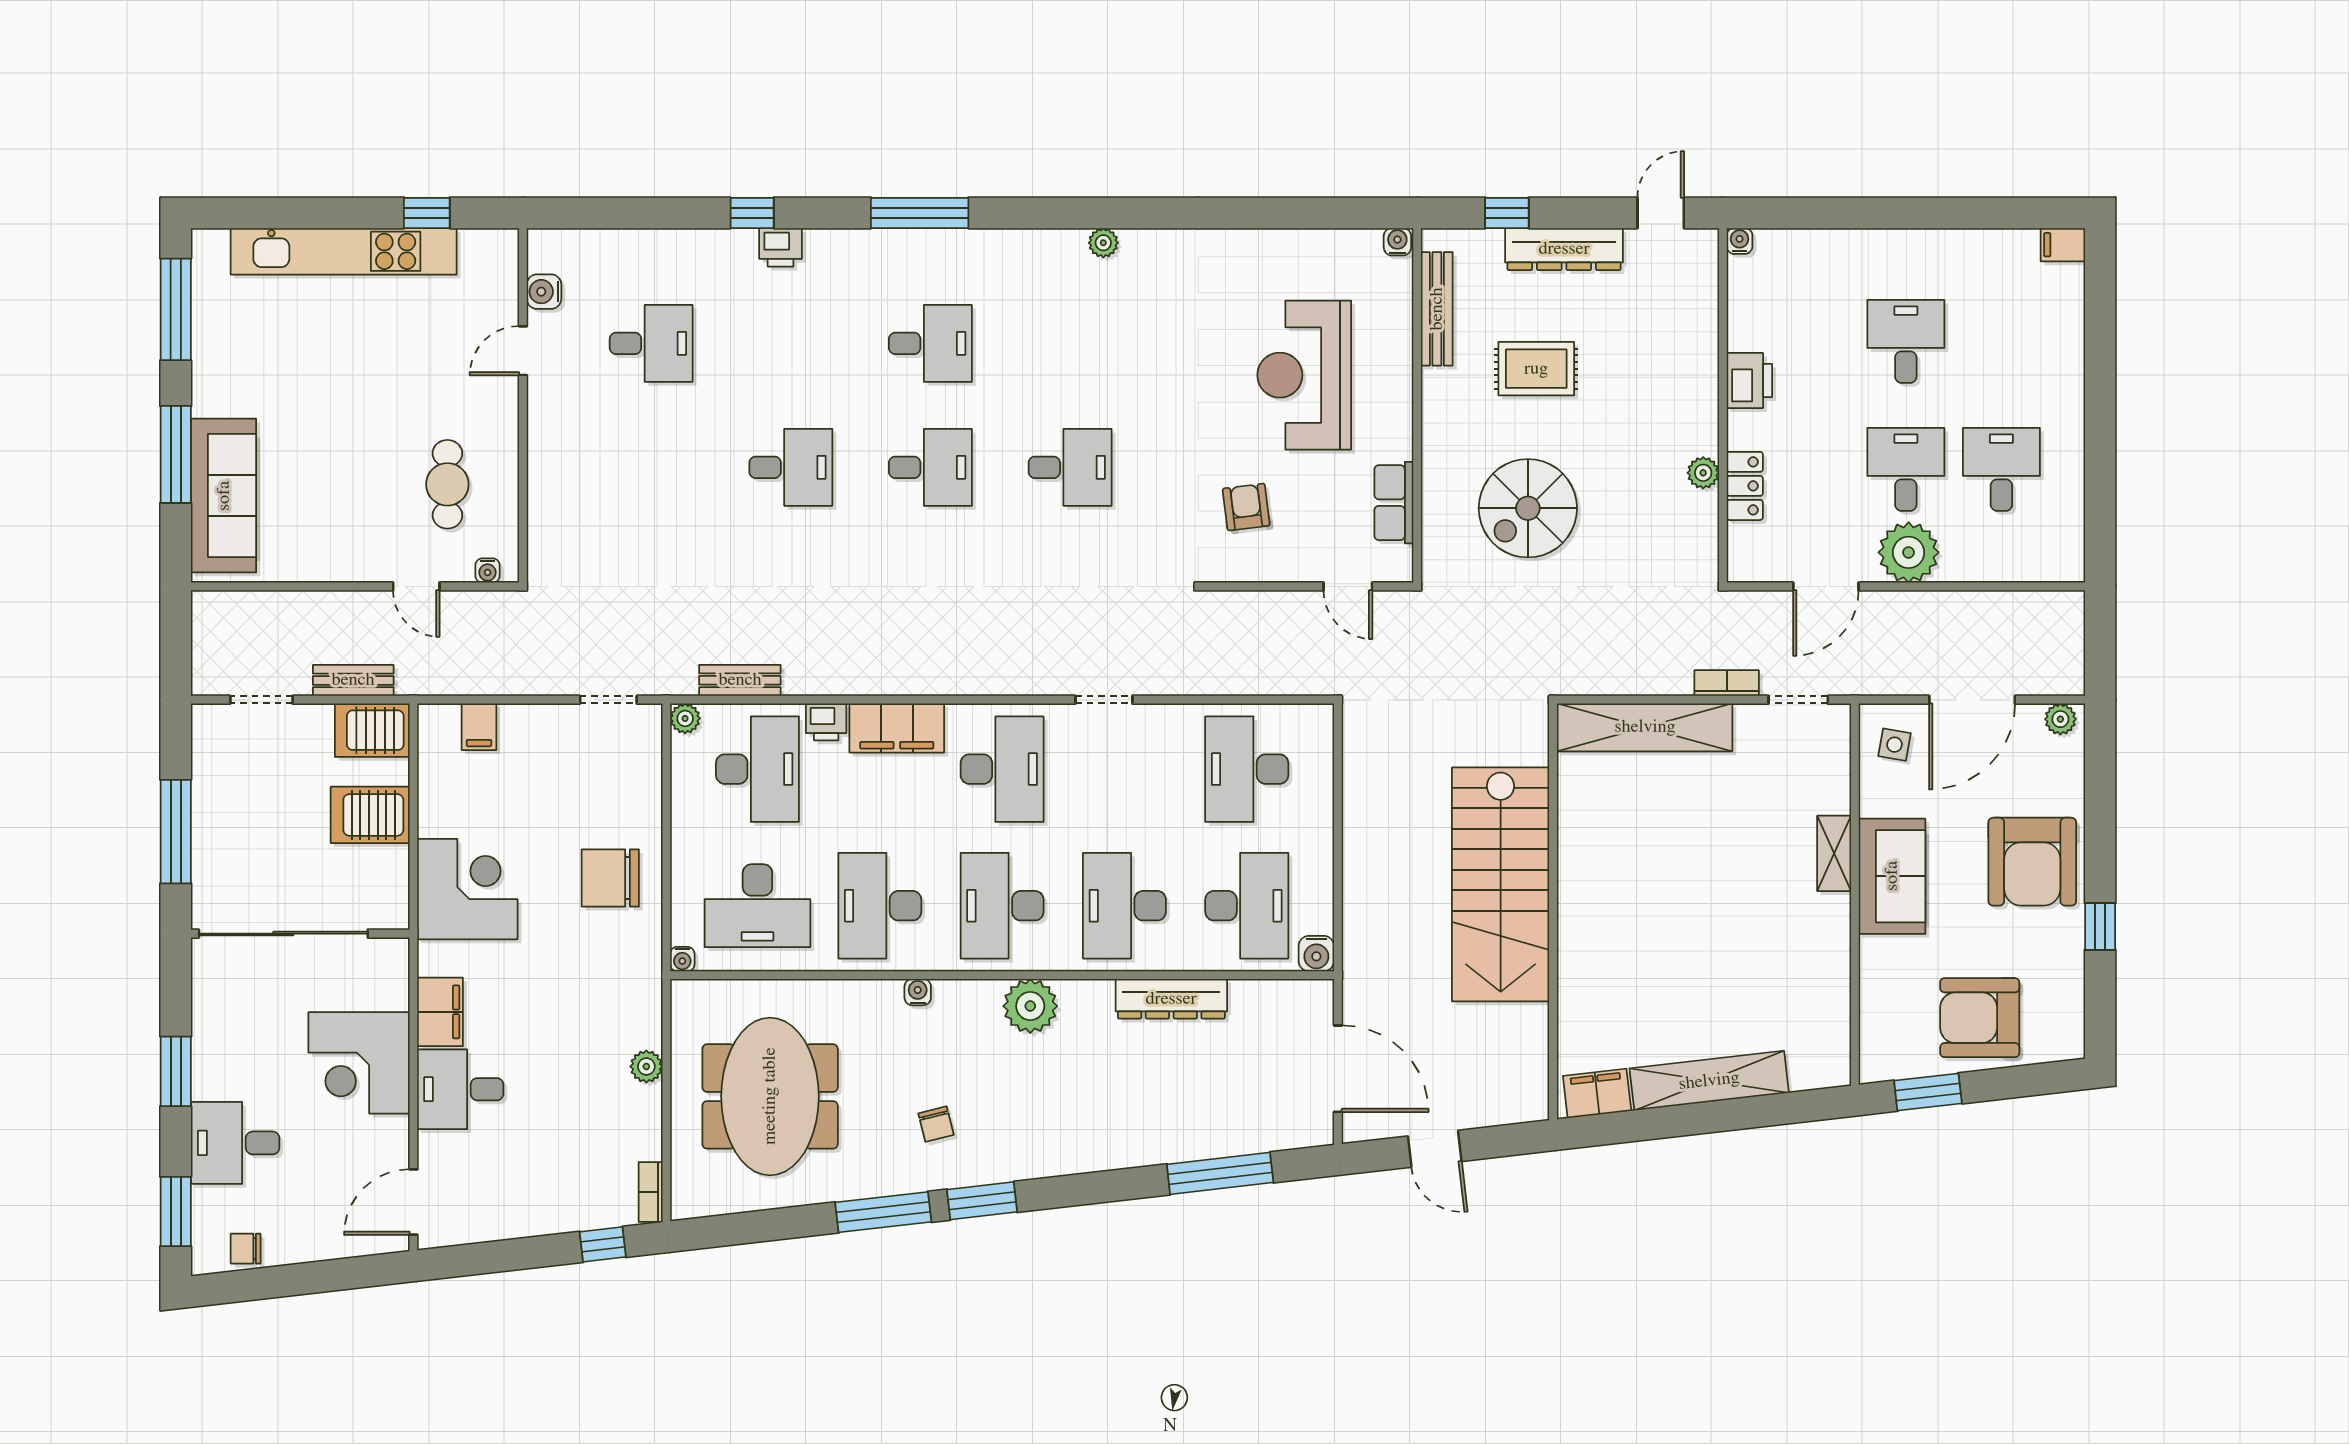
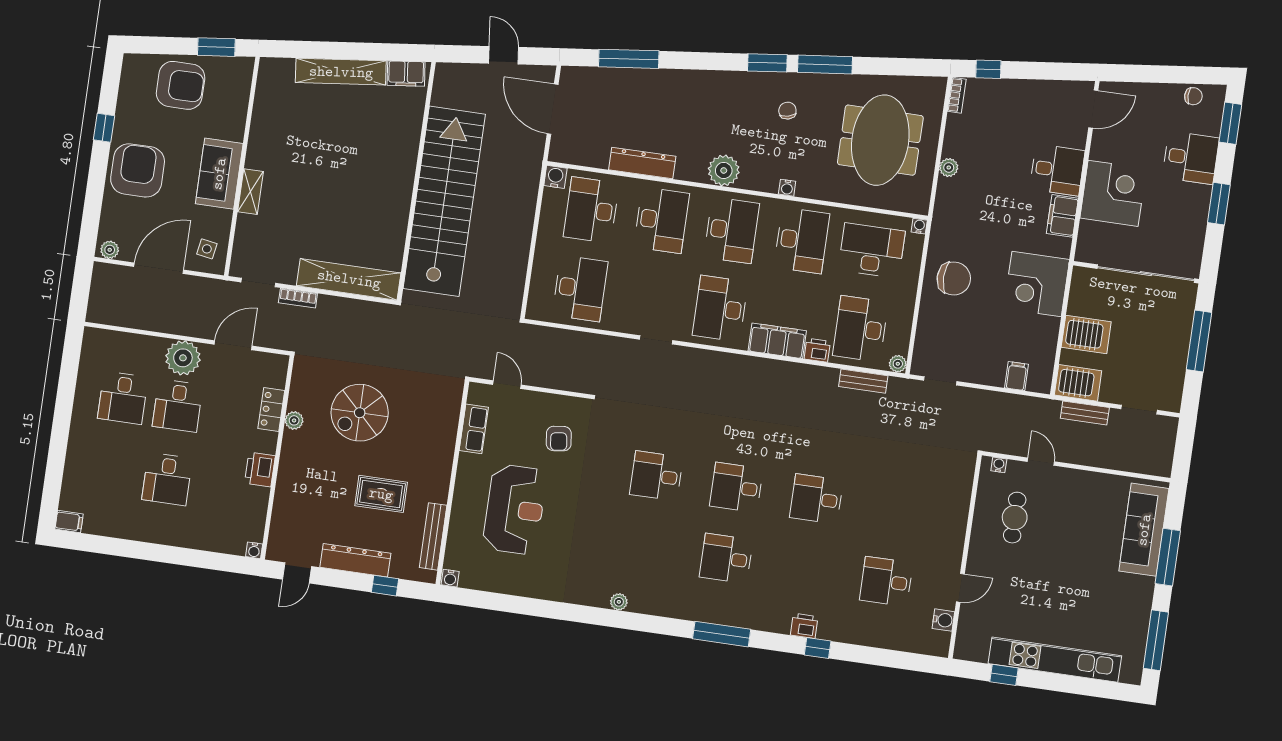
spiral stairs: (1528, 508) -> (360, 413), moved, turned 180
stairs: (1501, 884) -> (444, 201), width x1.36

